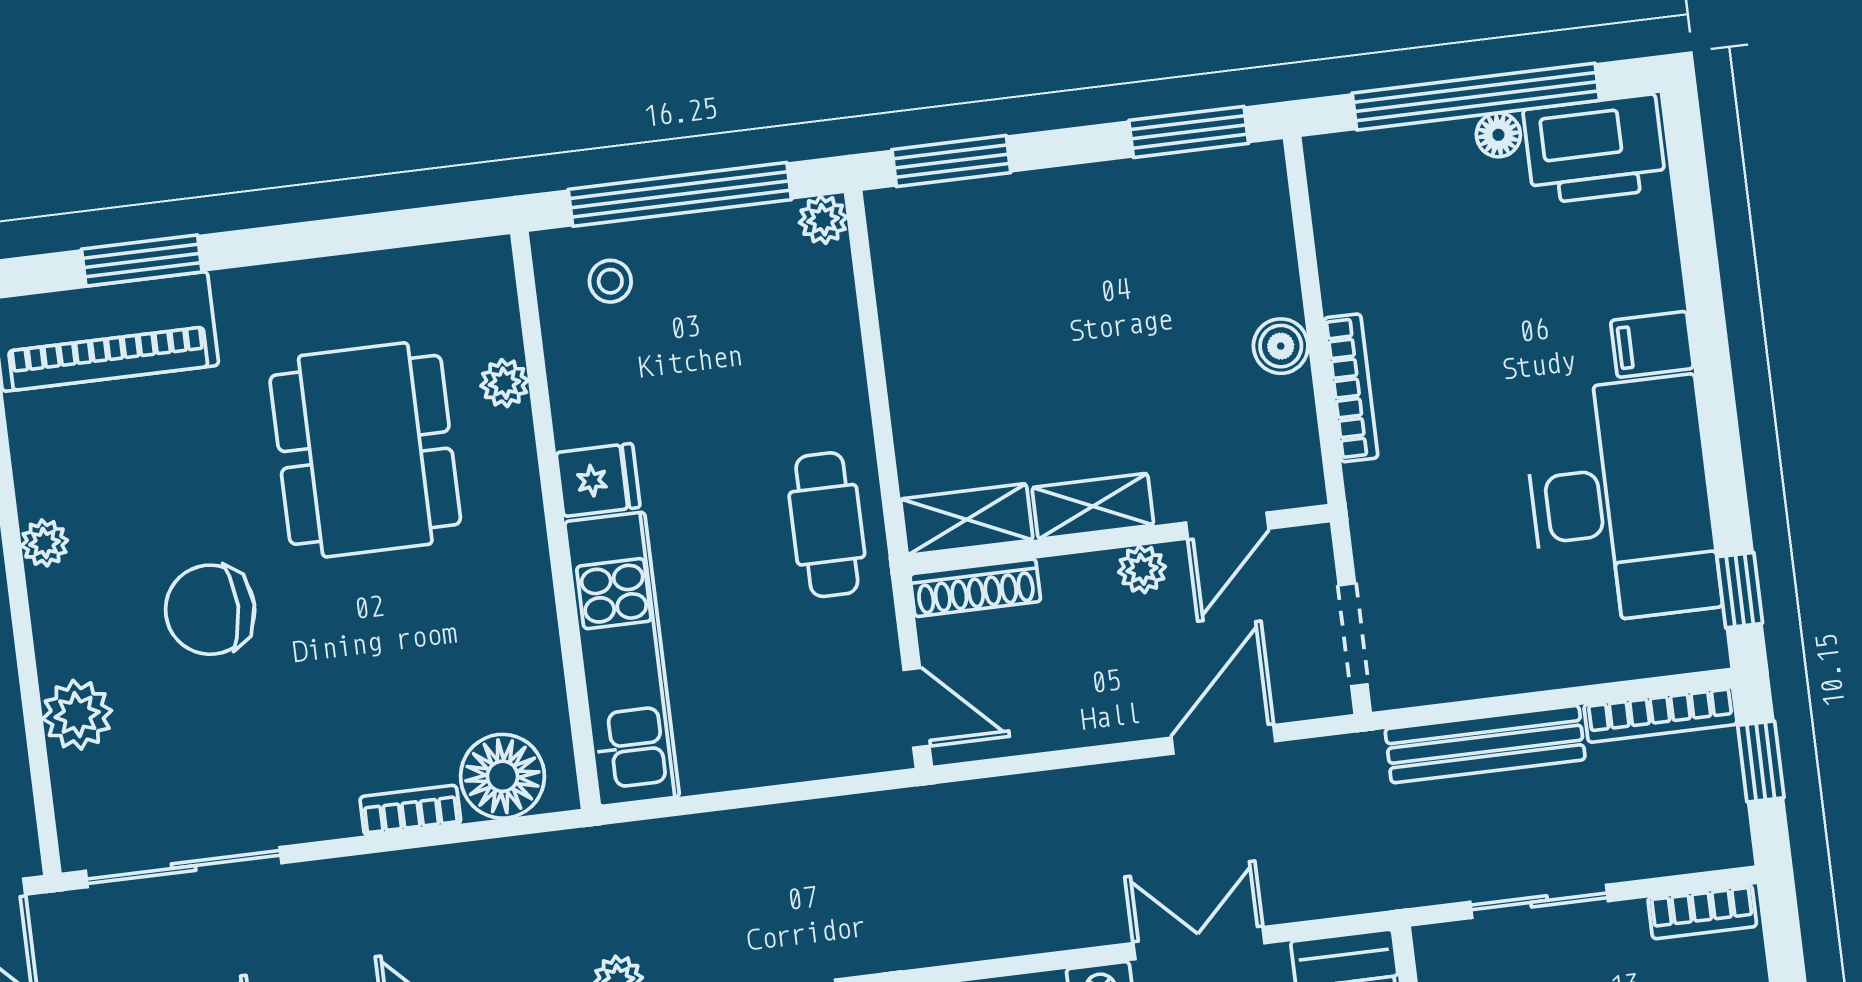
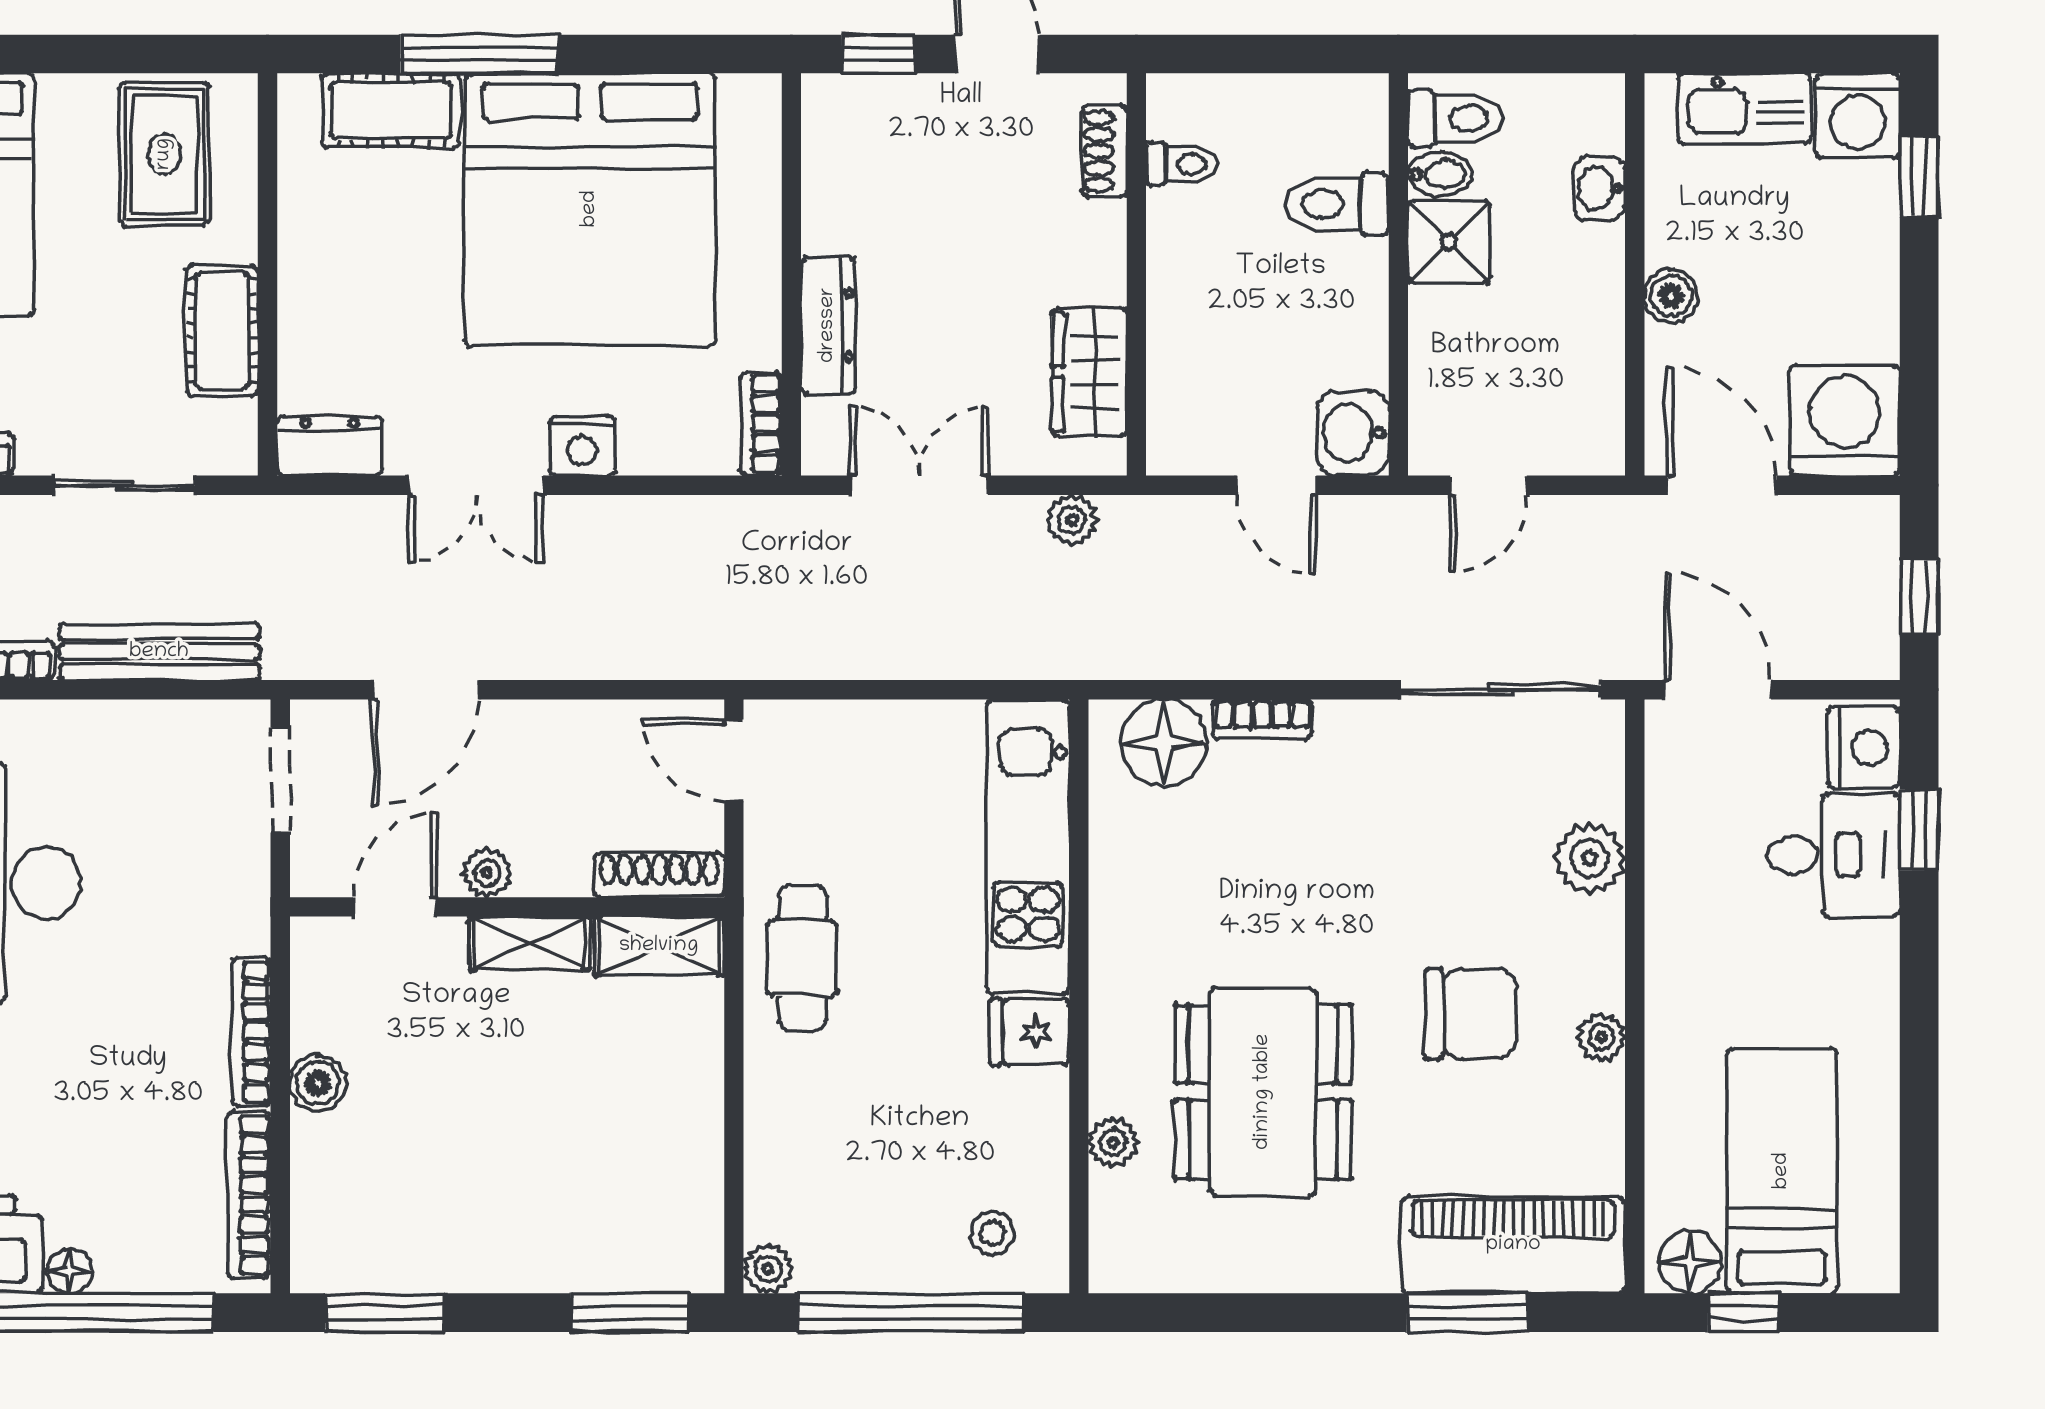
bookcase: (1334, 230) -> (249, 1195), added
chair: (210, 610) -> (1471, 1014), moved

